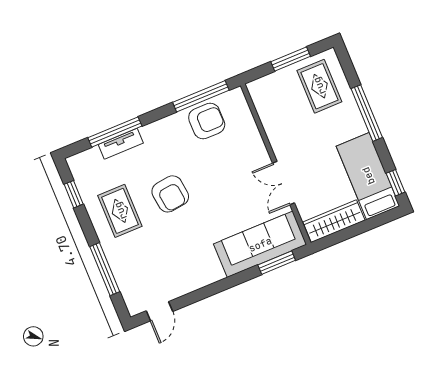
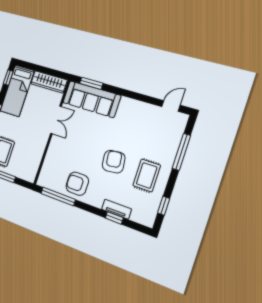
armchair: (207, 121) -> (77, 184), moved
window: (115, 132) -> (114, 218), width x0.46

